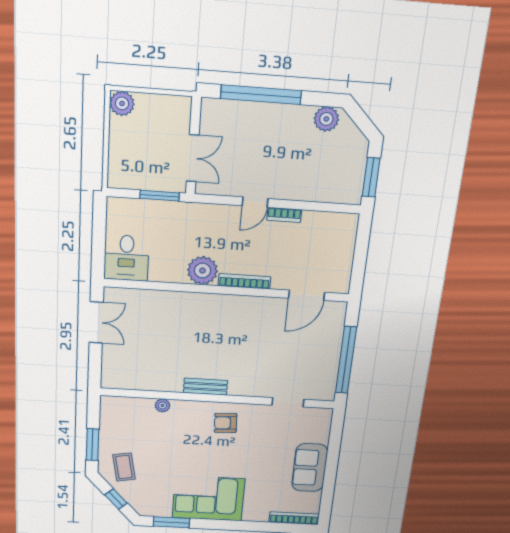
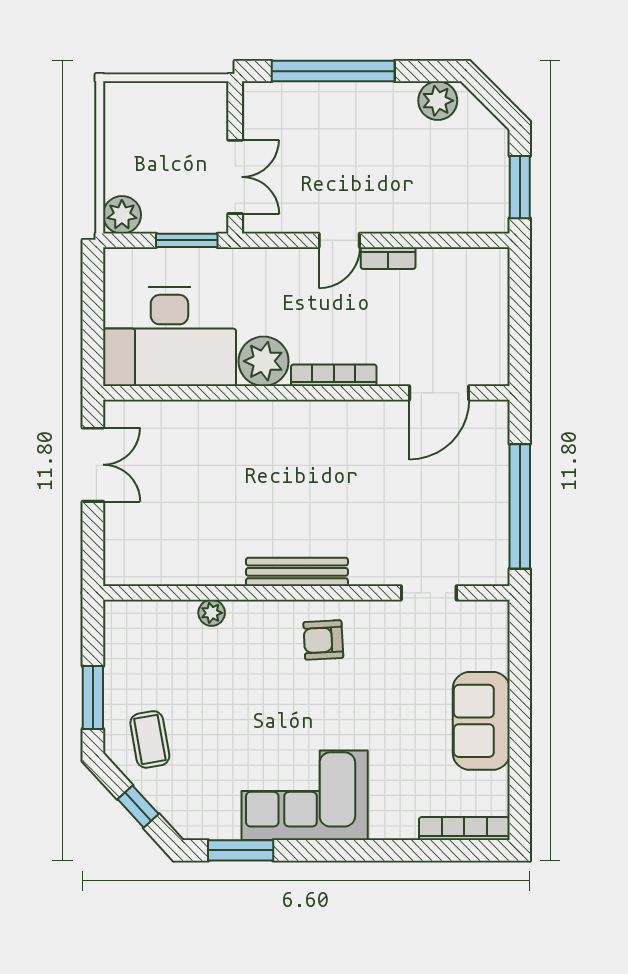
plant: (122, 103) -> (122, 215), moved
desk: (126, 258) -> (169, 336), width x1.87, depth x1.30
bench: (205, 387) -> (297, 572), width x1.36

